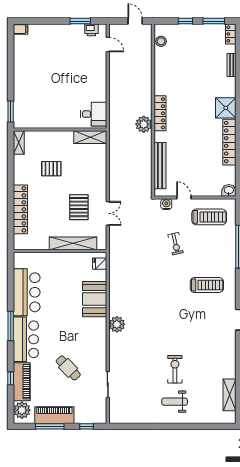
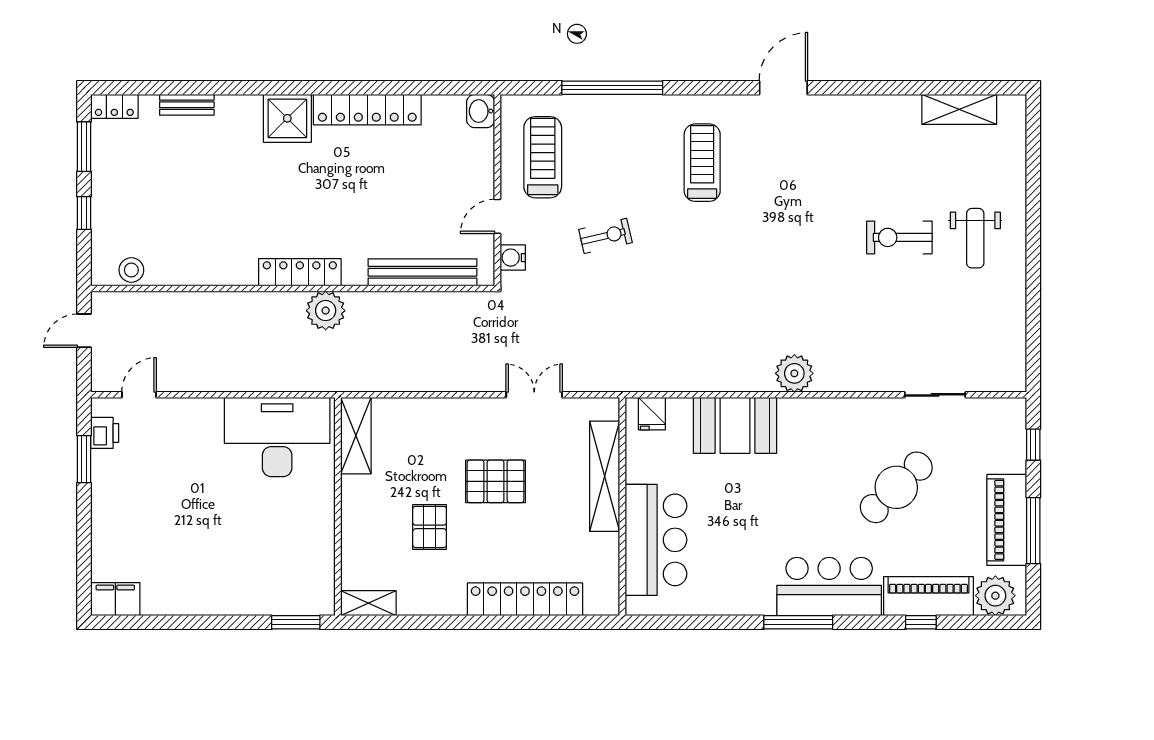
filing cabinet: (20, 29) -> (115, 599), width x2.00
desk: (94, 114) -> (277, 437), width x1.87, depth x1.30
pallet: (79, 207) -> (496, 481), moved
bar counter: (27, 292) -> (656, 540), moved, turned 90
cafe table: (68, 368) -> (896, 487), width x1.37, depth x1.35

